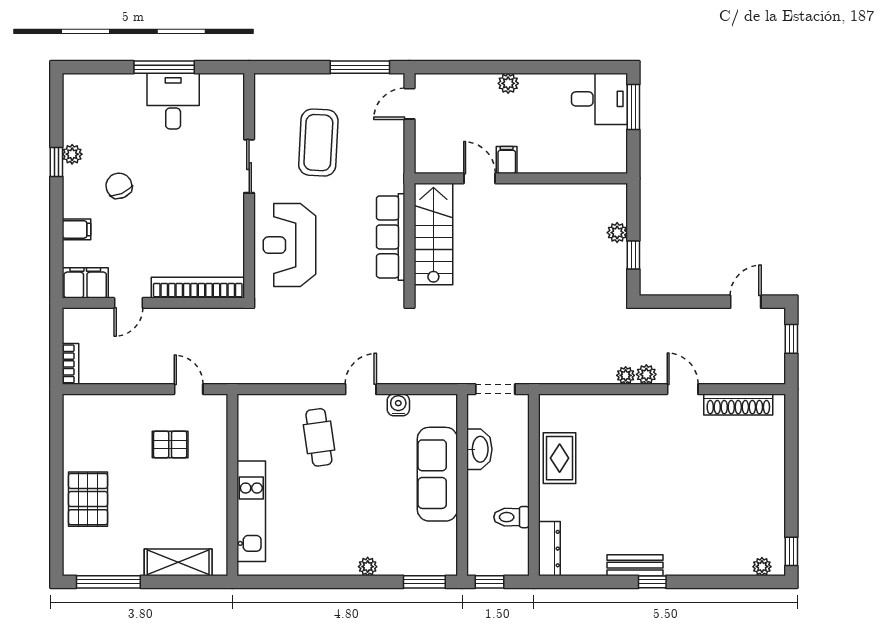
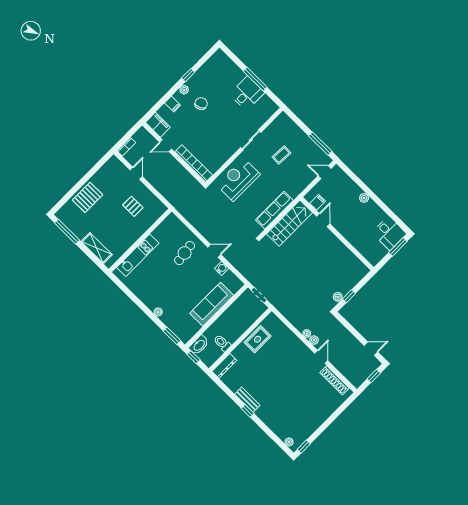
coffee table: (318, 143) -> (282, 155), width x0.54, depth x0.58
plant: (72, 154) -> (184, 90), moved
filing cabinet: (507, 160) -> (318, 202), moved
plant: (617, 233) -> (338, 297), moved
door: (189, 389) -> (136, 173), moved
washbasin: (479, 449) -> (199, 345), moved

